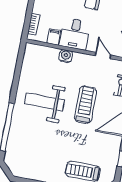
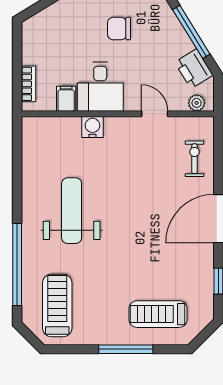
weight bench: (44, 102) -> (72, 211), turned 90
treadmill: (86, 105) -> (57, 305), moved

